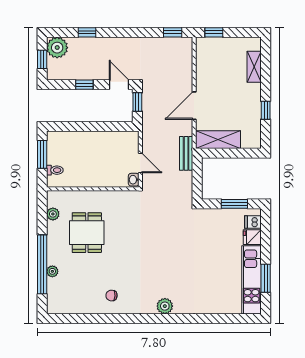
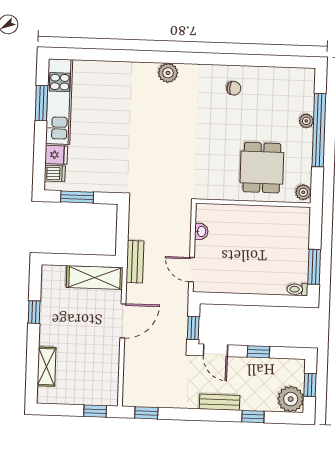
bench: (114, 43) -> (220, 402), added
door: (140, 163) -> (192, 270), moved
toilet: (55, 170) -> (297, 289), moved
wall: (93, 189) -> (253, 203), moved

